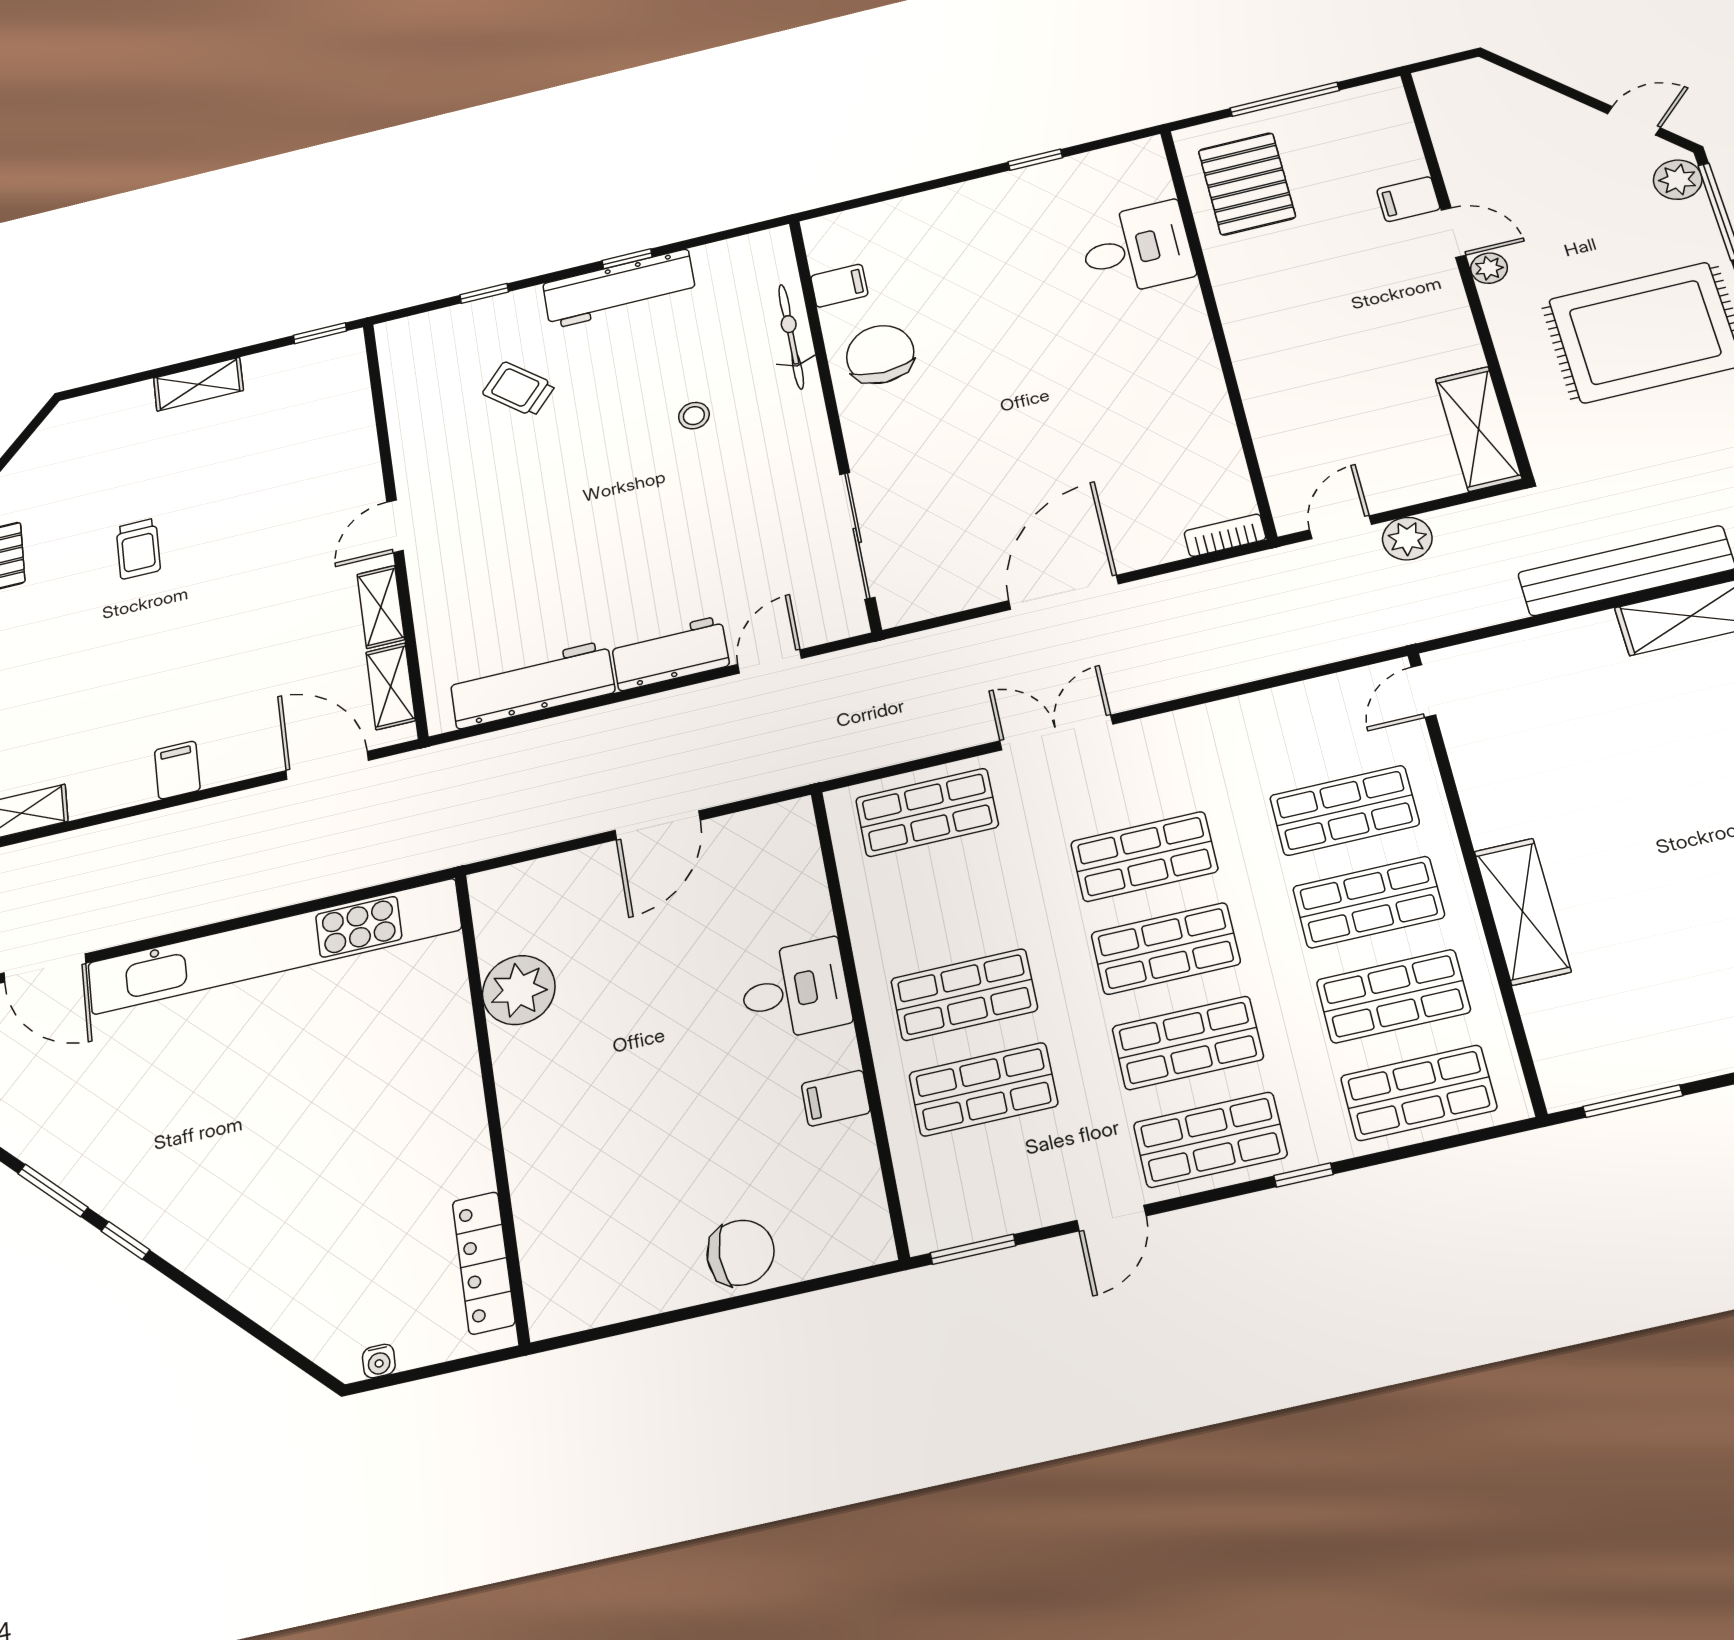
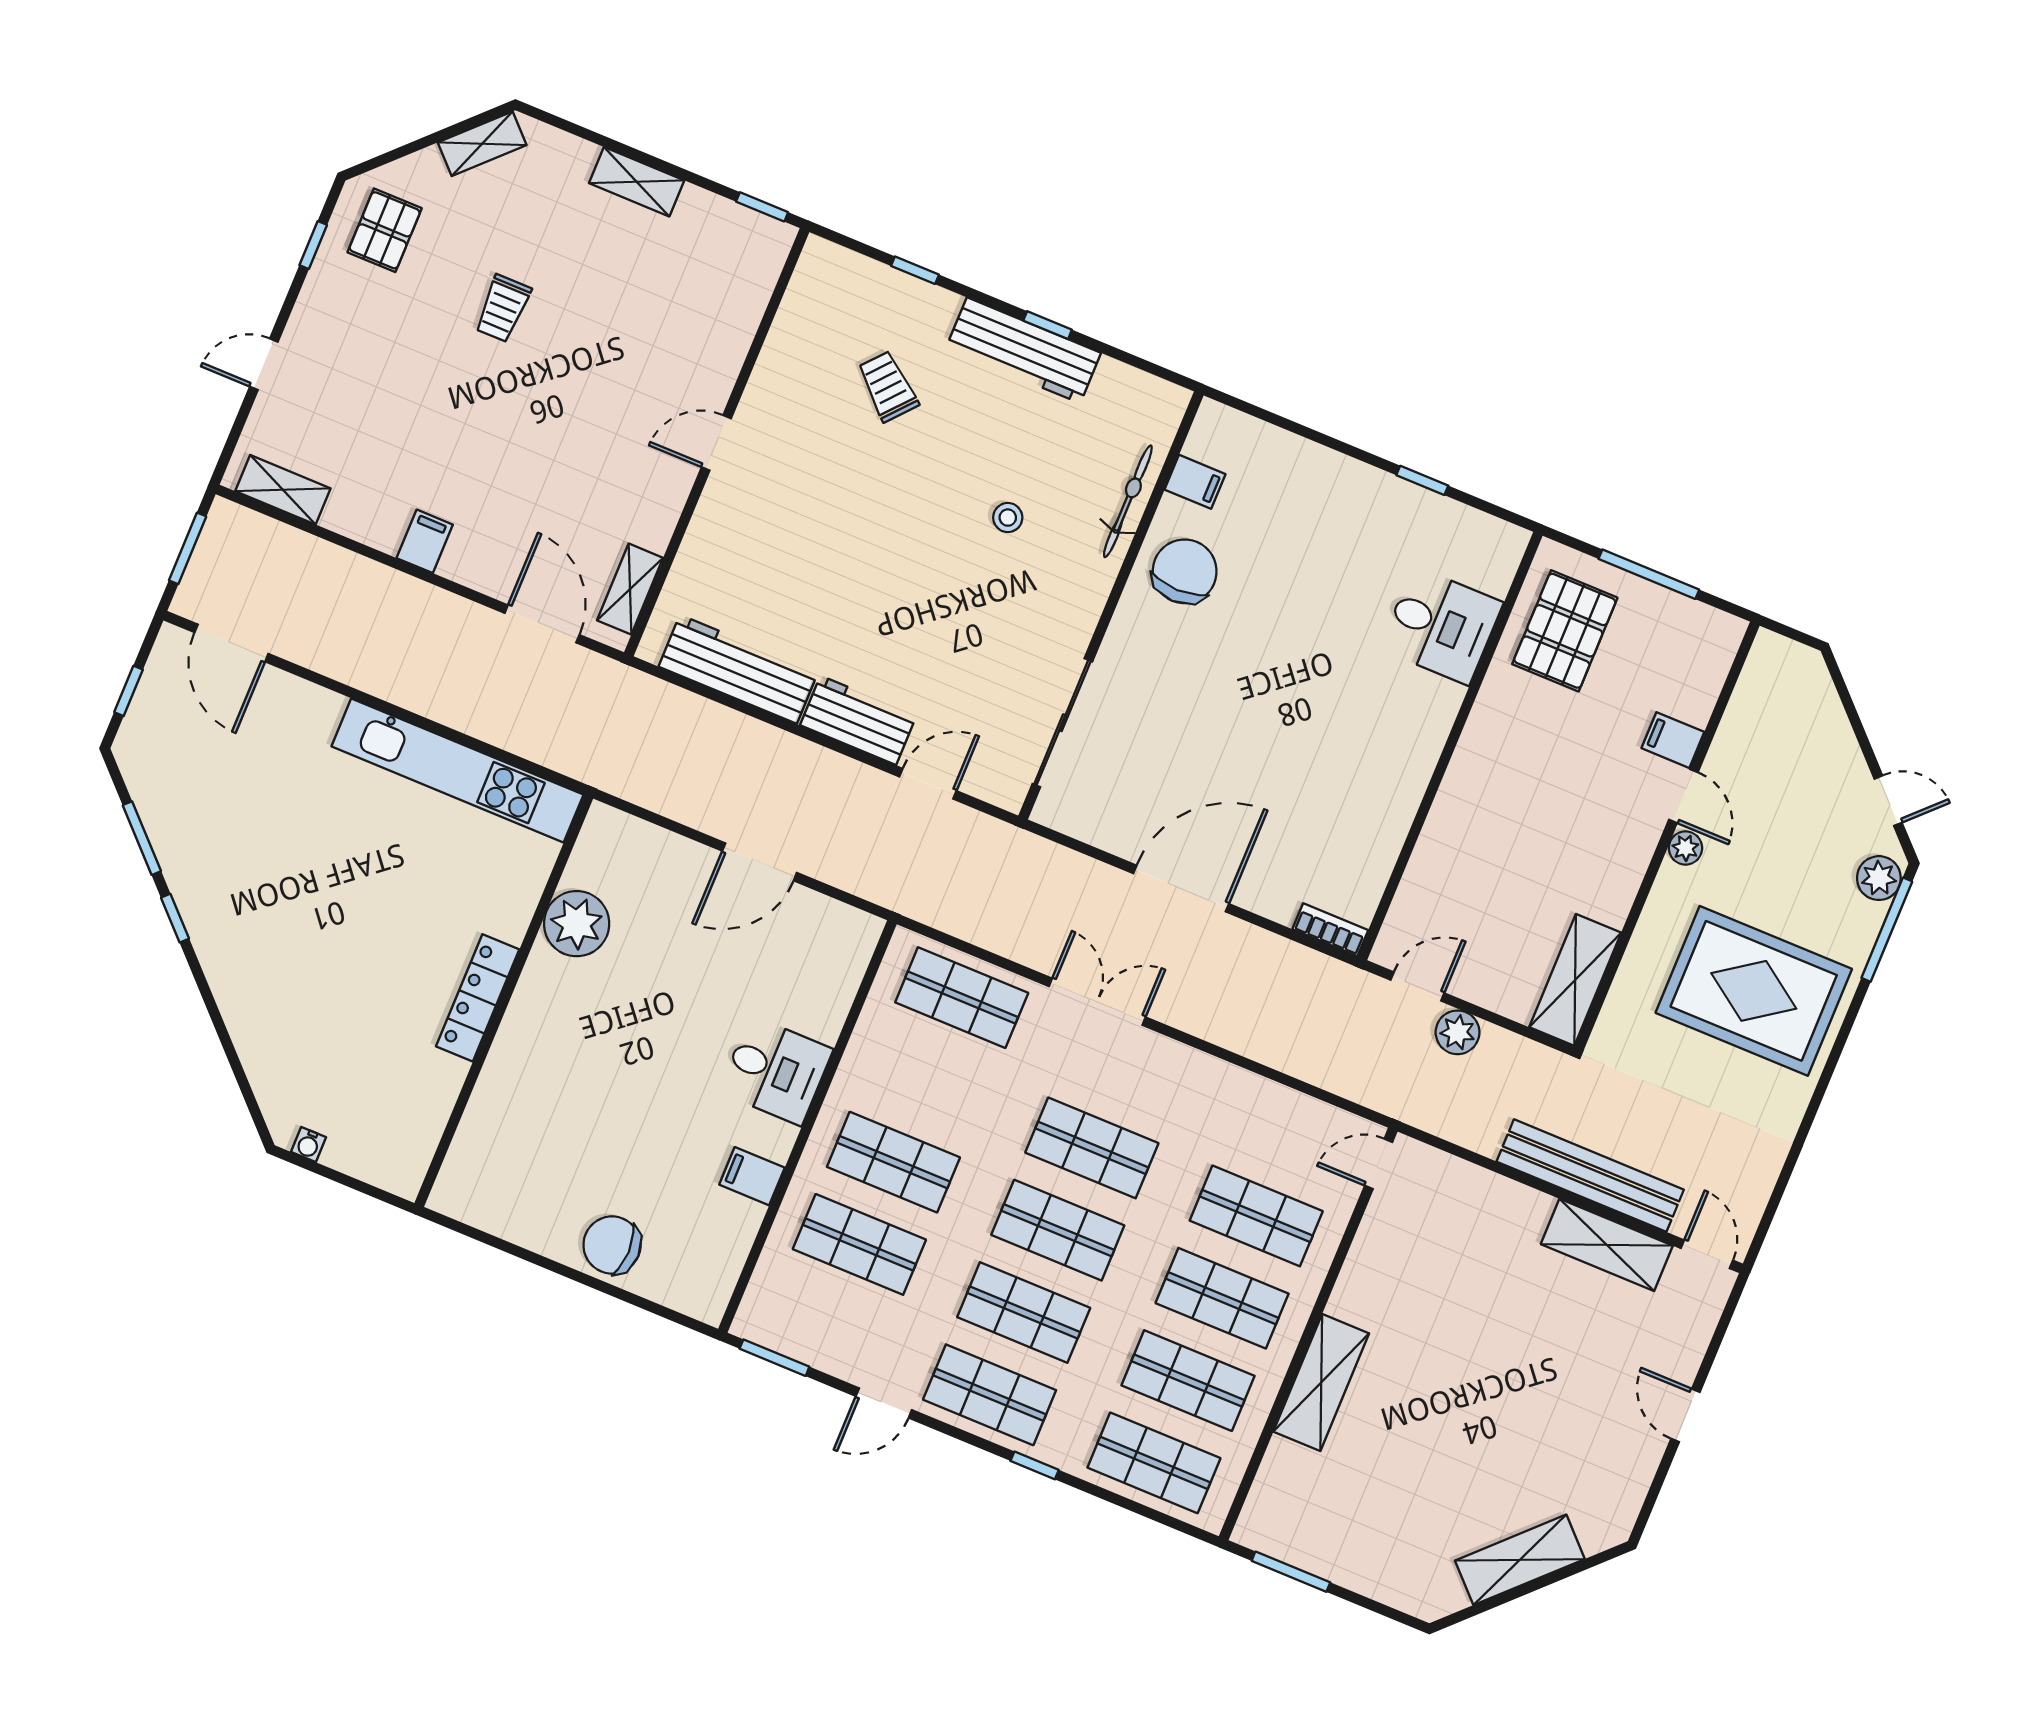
shelving: (381, 607) -> (482, 144), moved, turned 45
kitchen unit: (274, 946) -> (457, 770), width x0.73
chair: (741, 1253) -> (612, 1245), turned 180
locker: (484, 1263) -> (478, 998), moved

